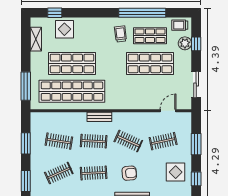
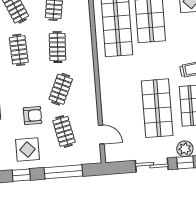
sliding door: (196, 84) -> (152, 165), moved
bench: (99, 117) -> (87, 52), removed
window: (196, 144) -> (63, 172), width x1.44
armchair: (129, 173) -> (33, 116), moved, turned -85

